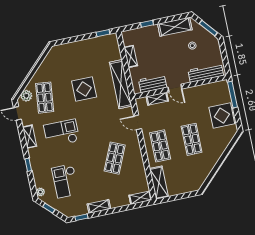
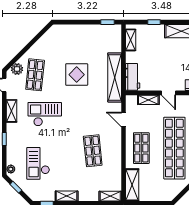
shelving: (131, 56) -> (131, 40), moved
workbench: (153, 84) -> (133, 77), moved, turned 90
shop shelf: (192, 139) -> (174, 148), width x2.00, depth x1.36
shop shelf: (115, 158) -> (93, 151), turned -30

